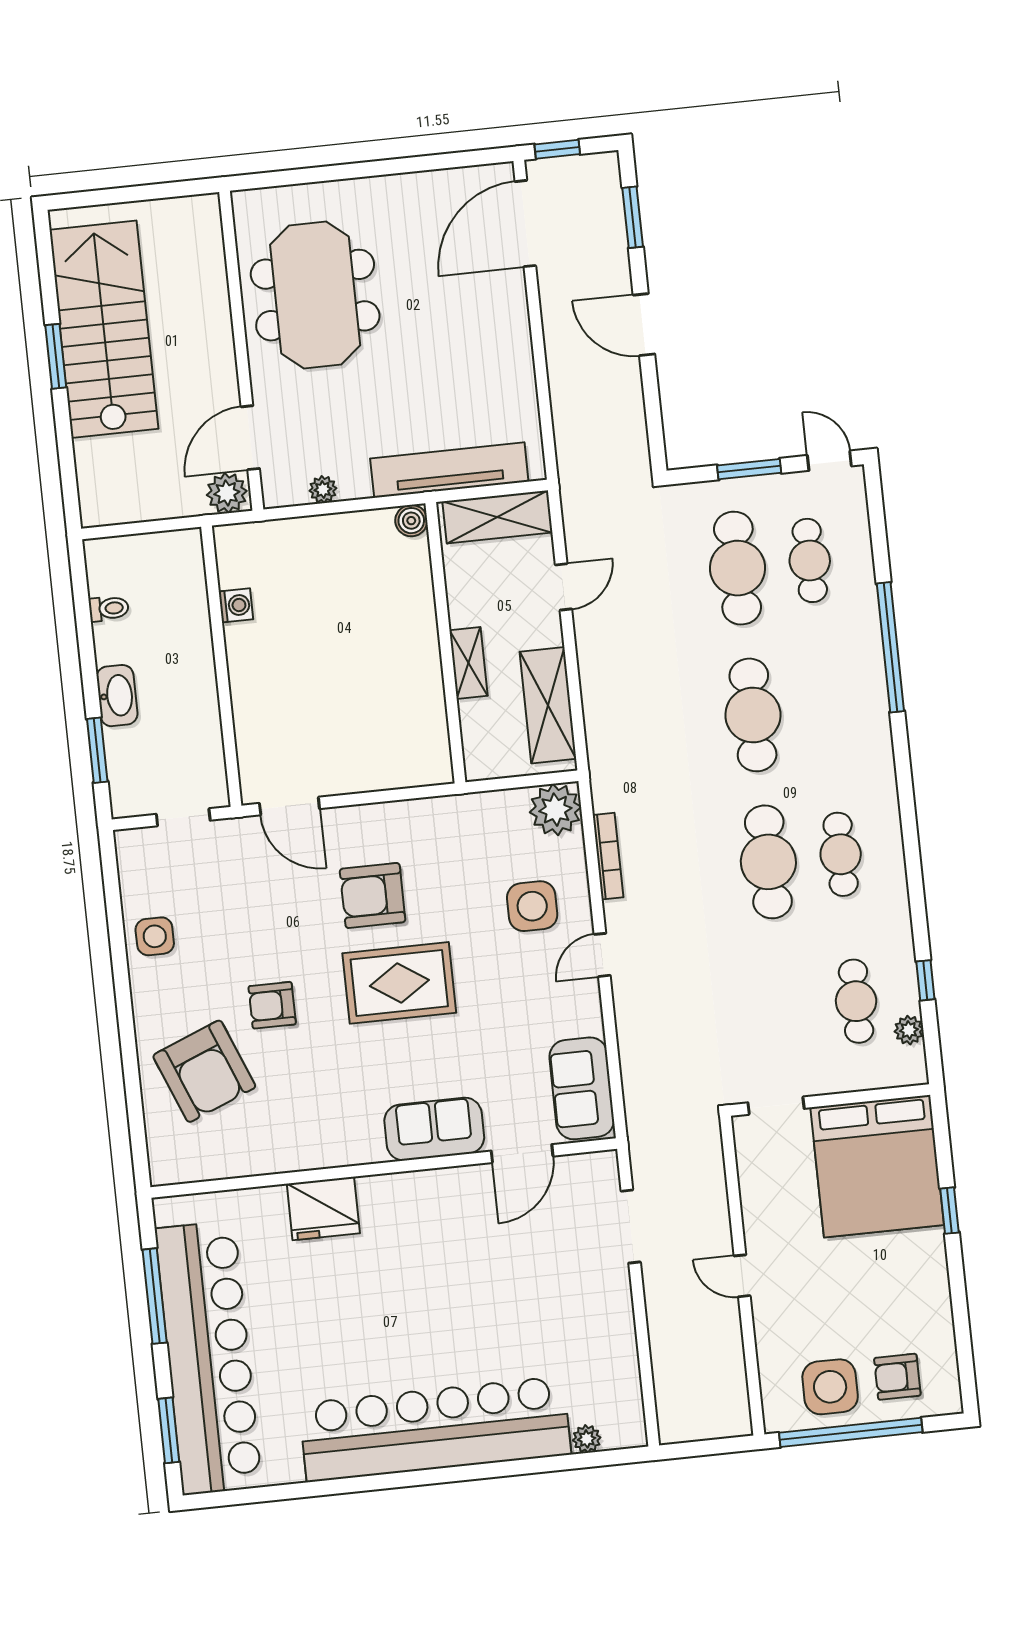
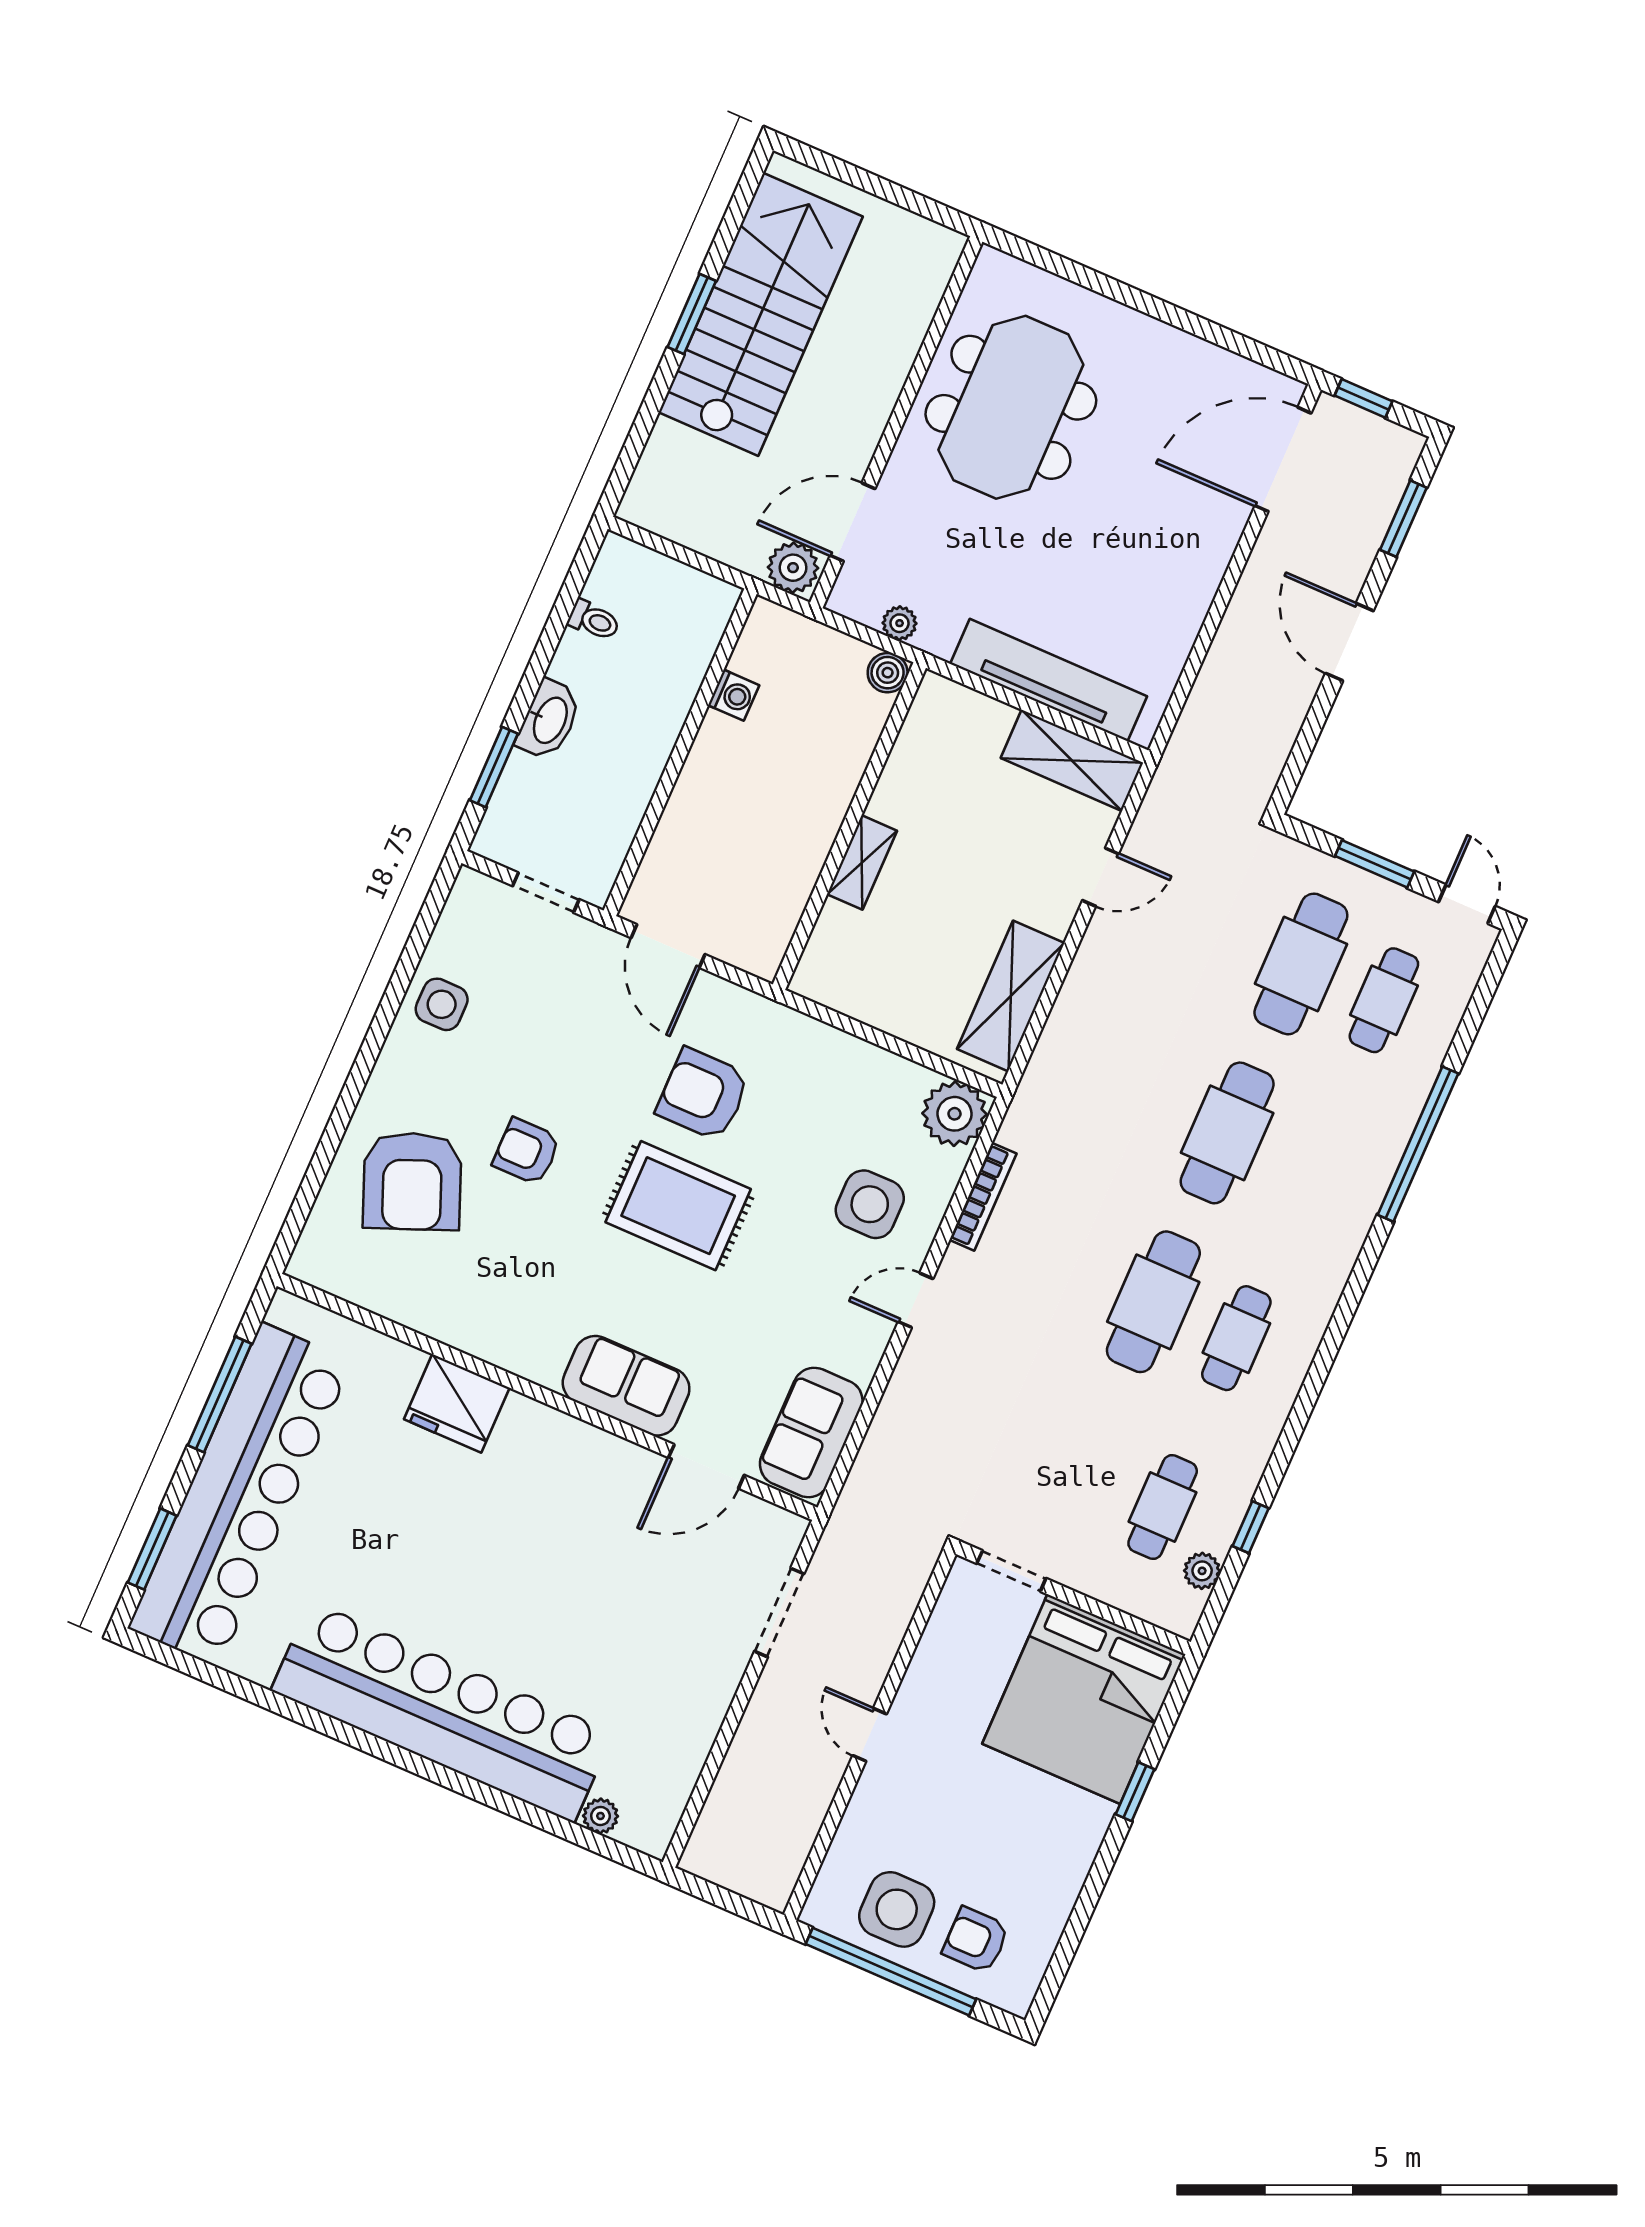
boiler: (411, 521) -> (888, 673), moved
wall: (445, 643) -> (849, 826), moved
shelving: (469, 663) -> (862, 862), moved

